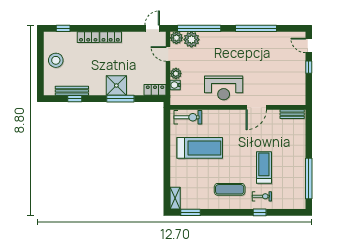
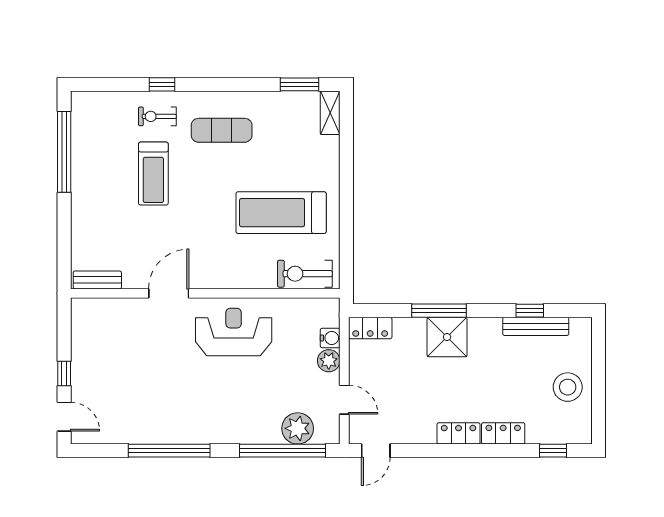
plant: (176, 38) -> (327, 432), removed

